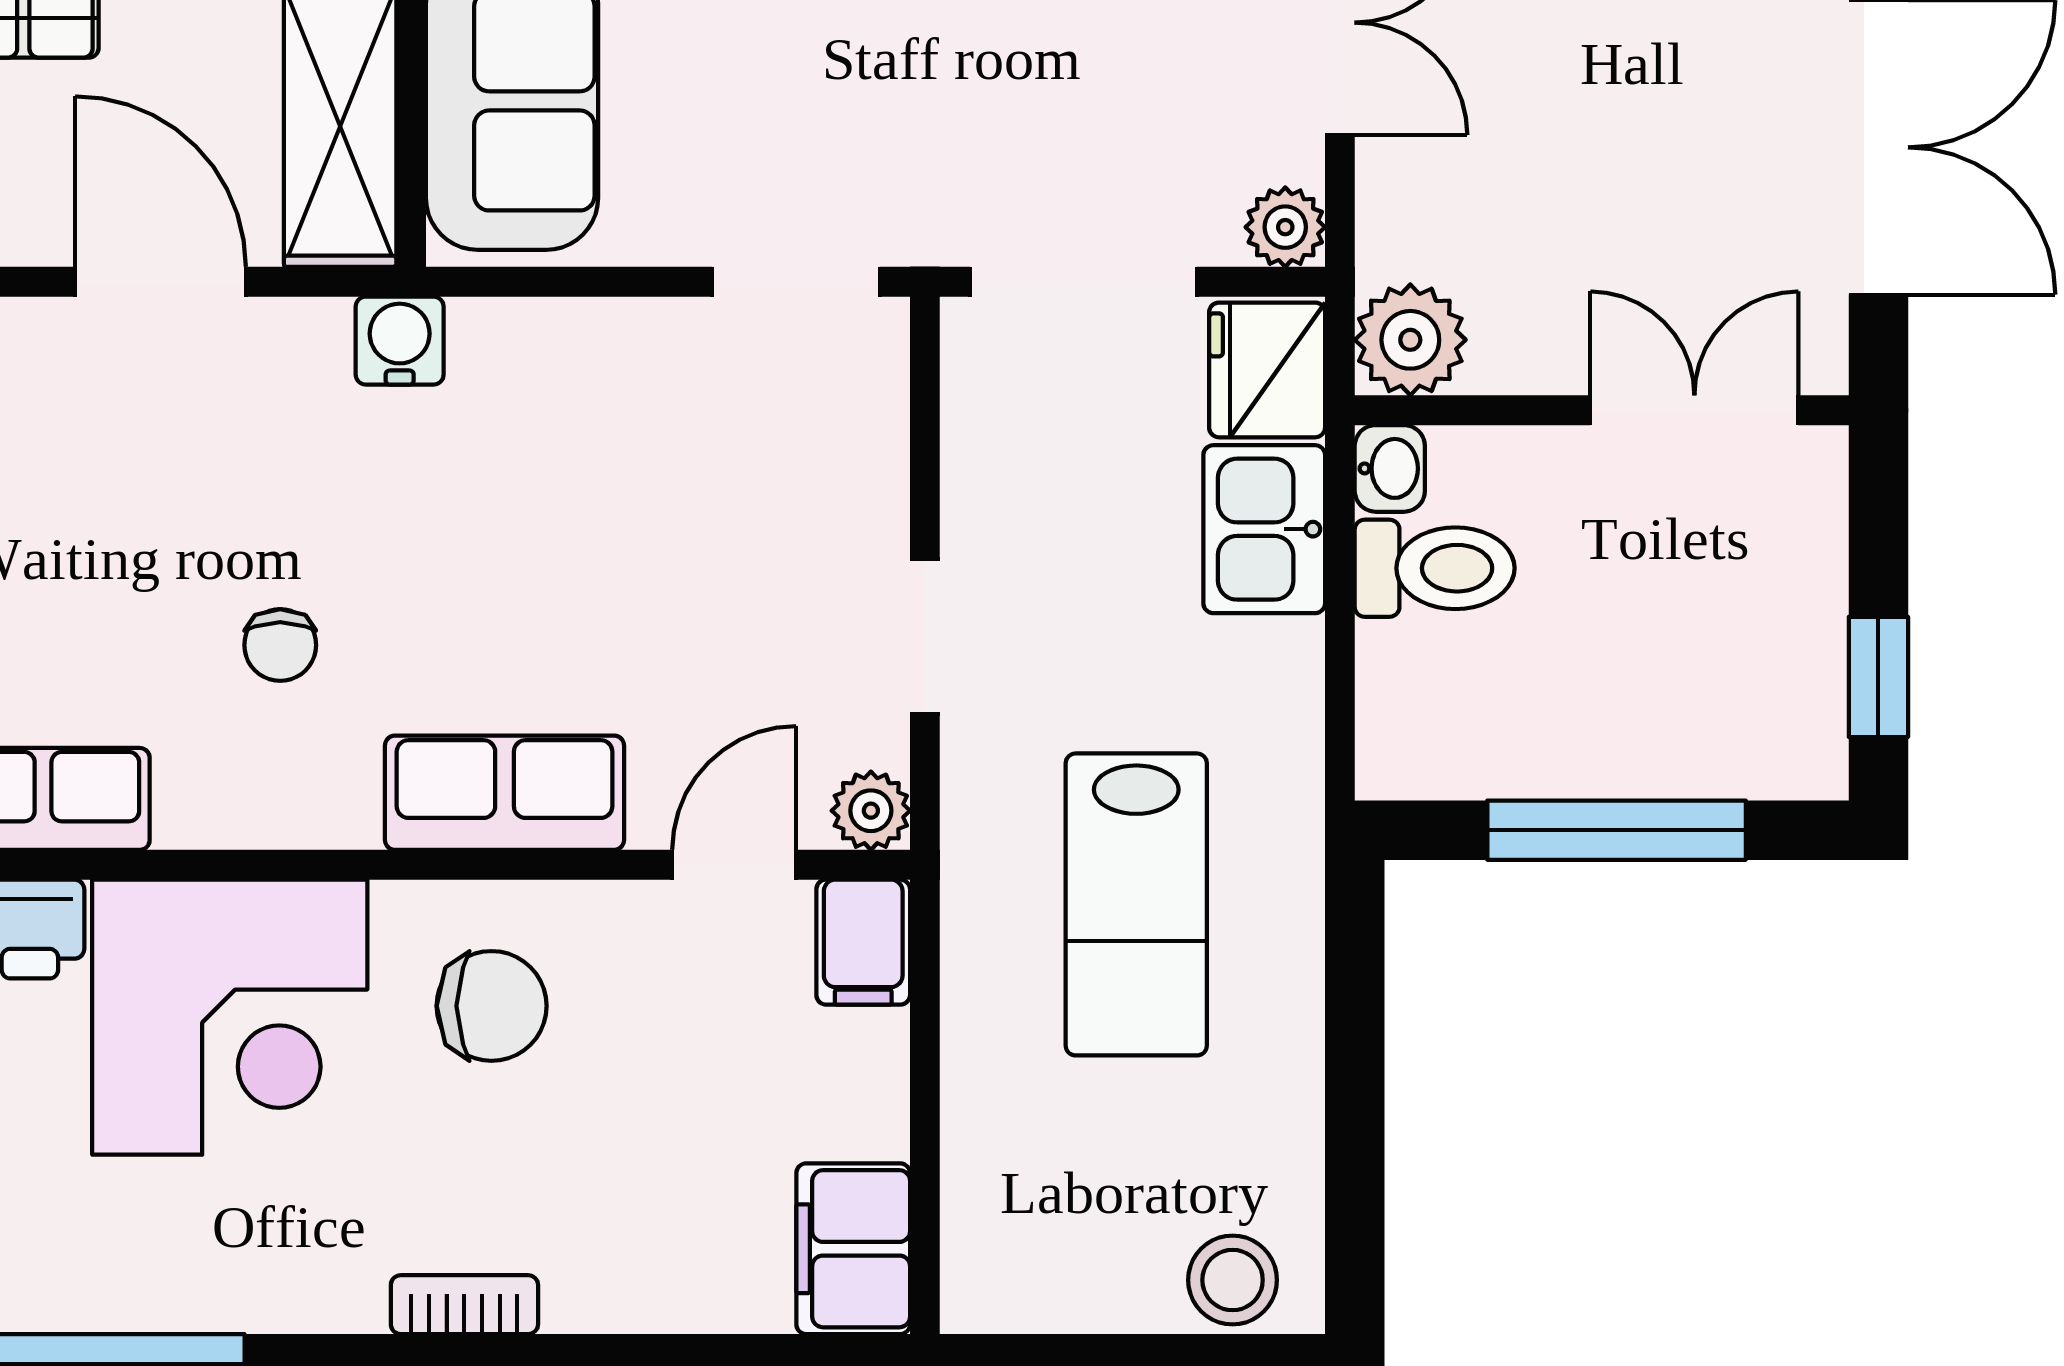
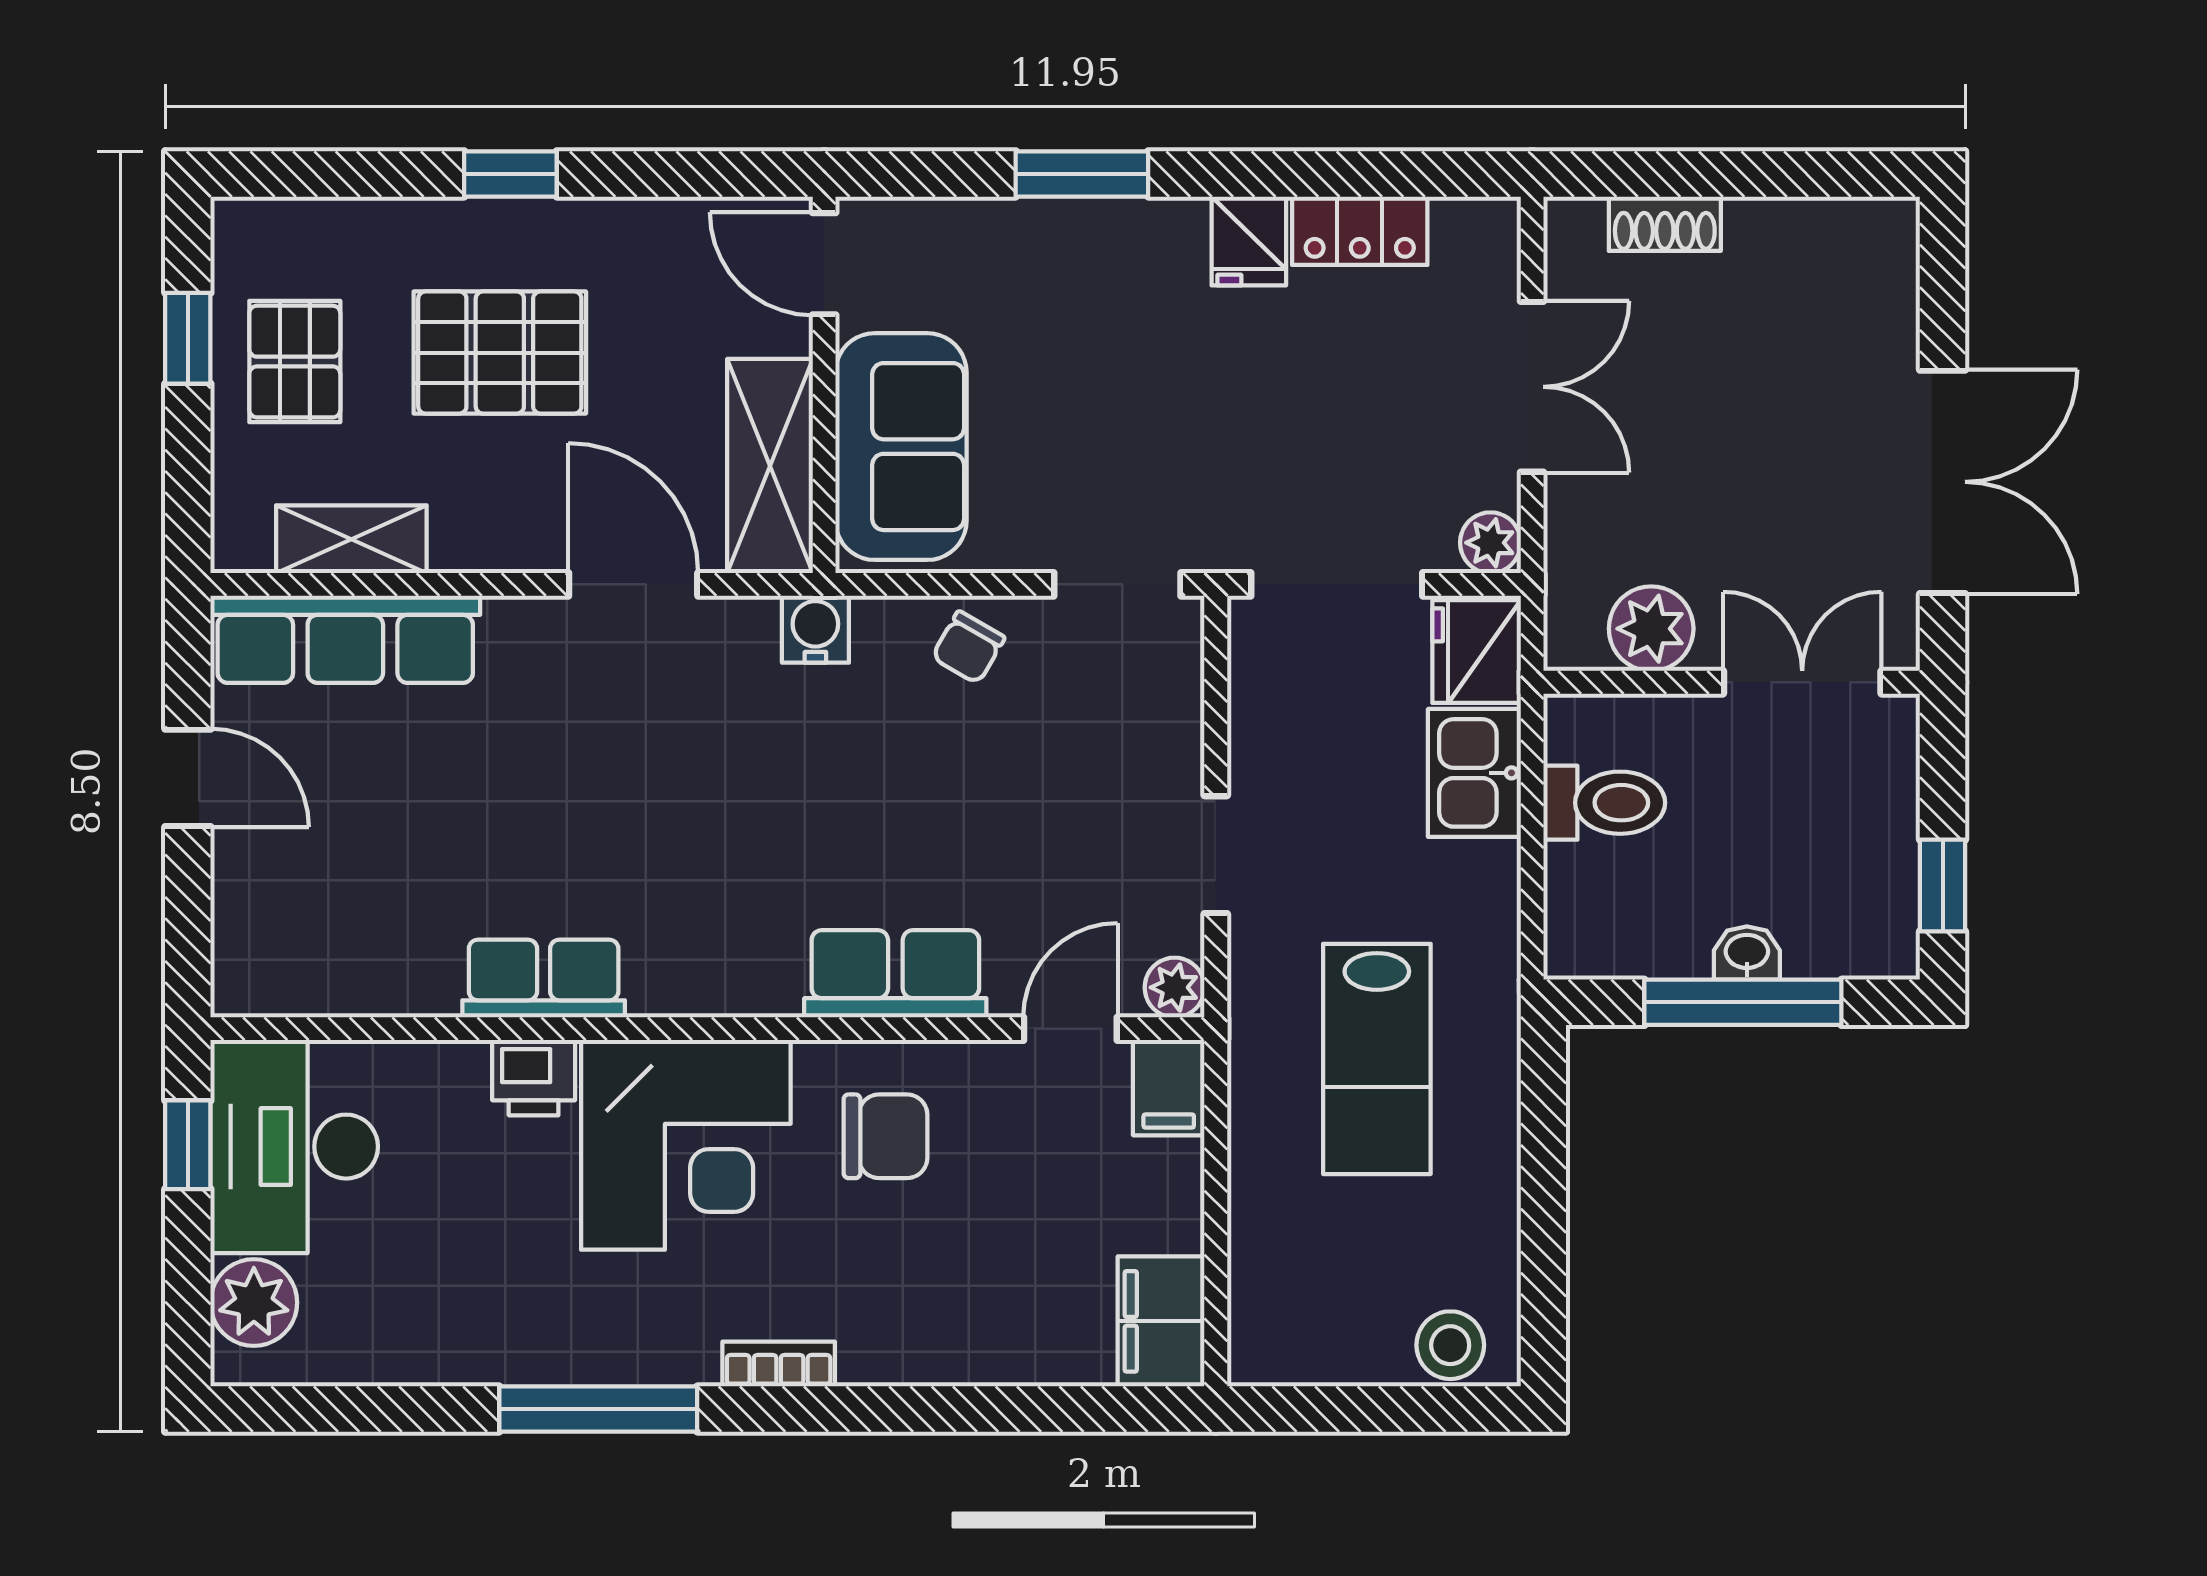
plant: (1410, 340) -> (1651, 629), moved
washbasin: (1390, 468) -> (1747, 953), moved, turned -90
chair: (280, 645) -> (968, 647), moved, turned 30
bookcase: (464, 1305) -> (779, 1364), moved

